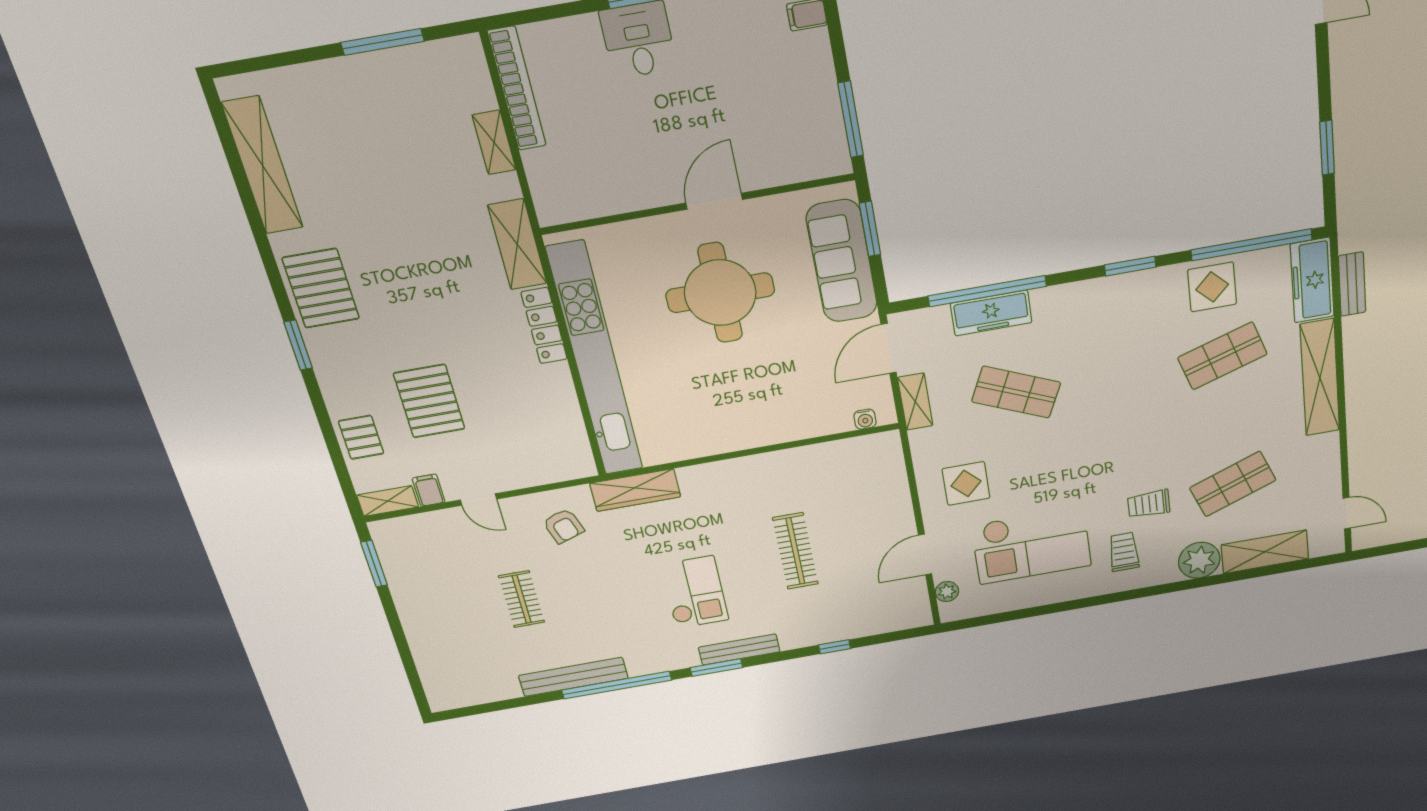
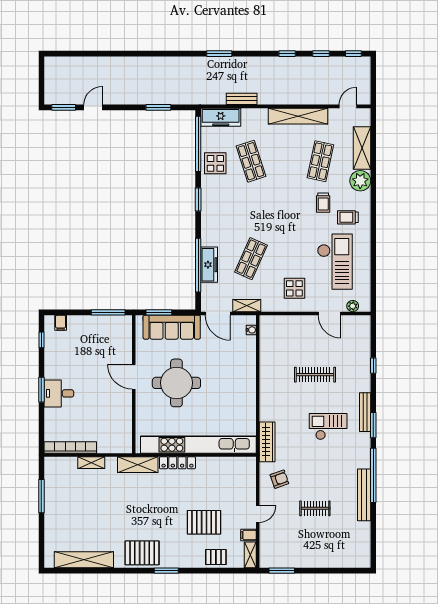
bench: (1352, 284) -> (242, 99), moved
shelving: (1320, 378) -> (298, 116), moved
shop shelf: (1233, 484) -> (320, 161), turned 33

